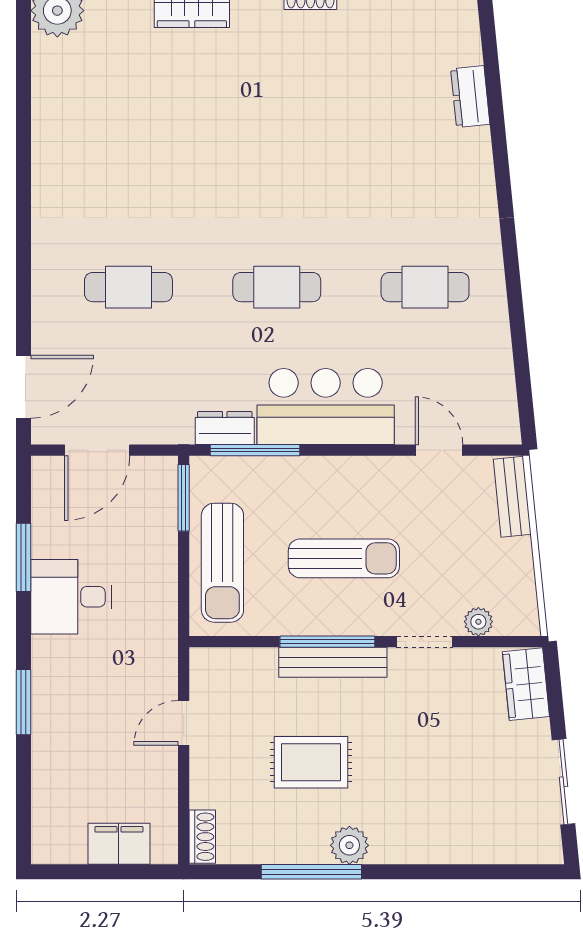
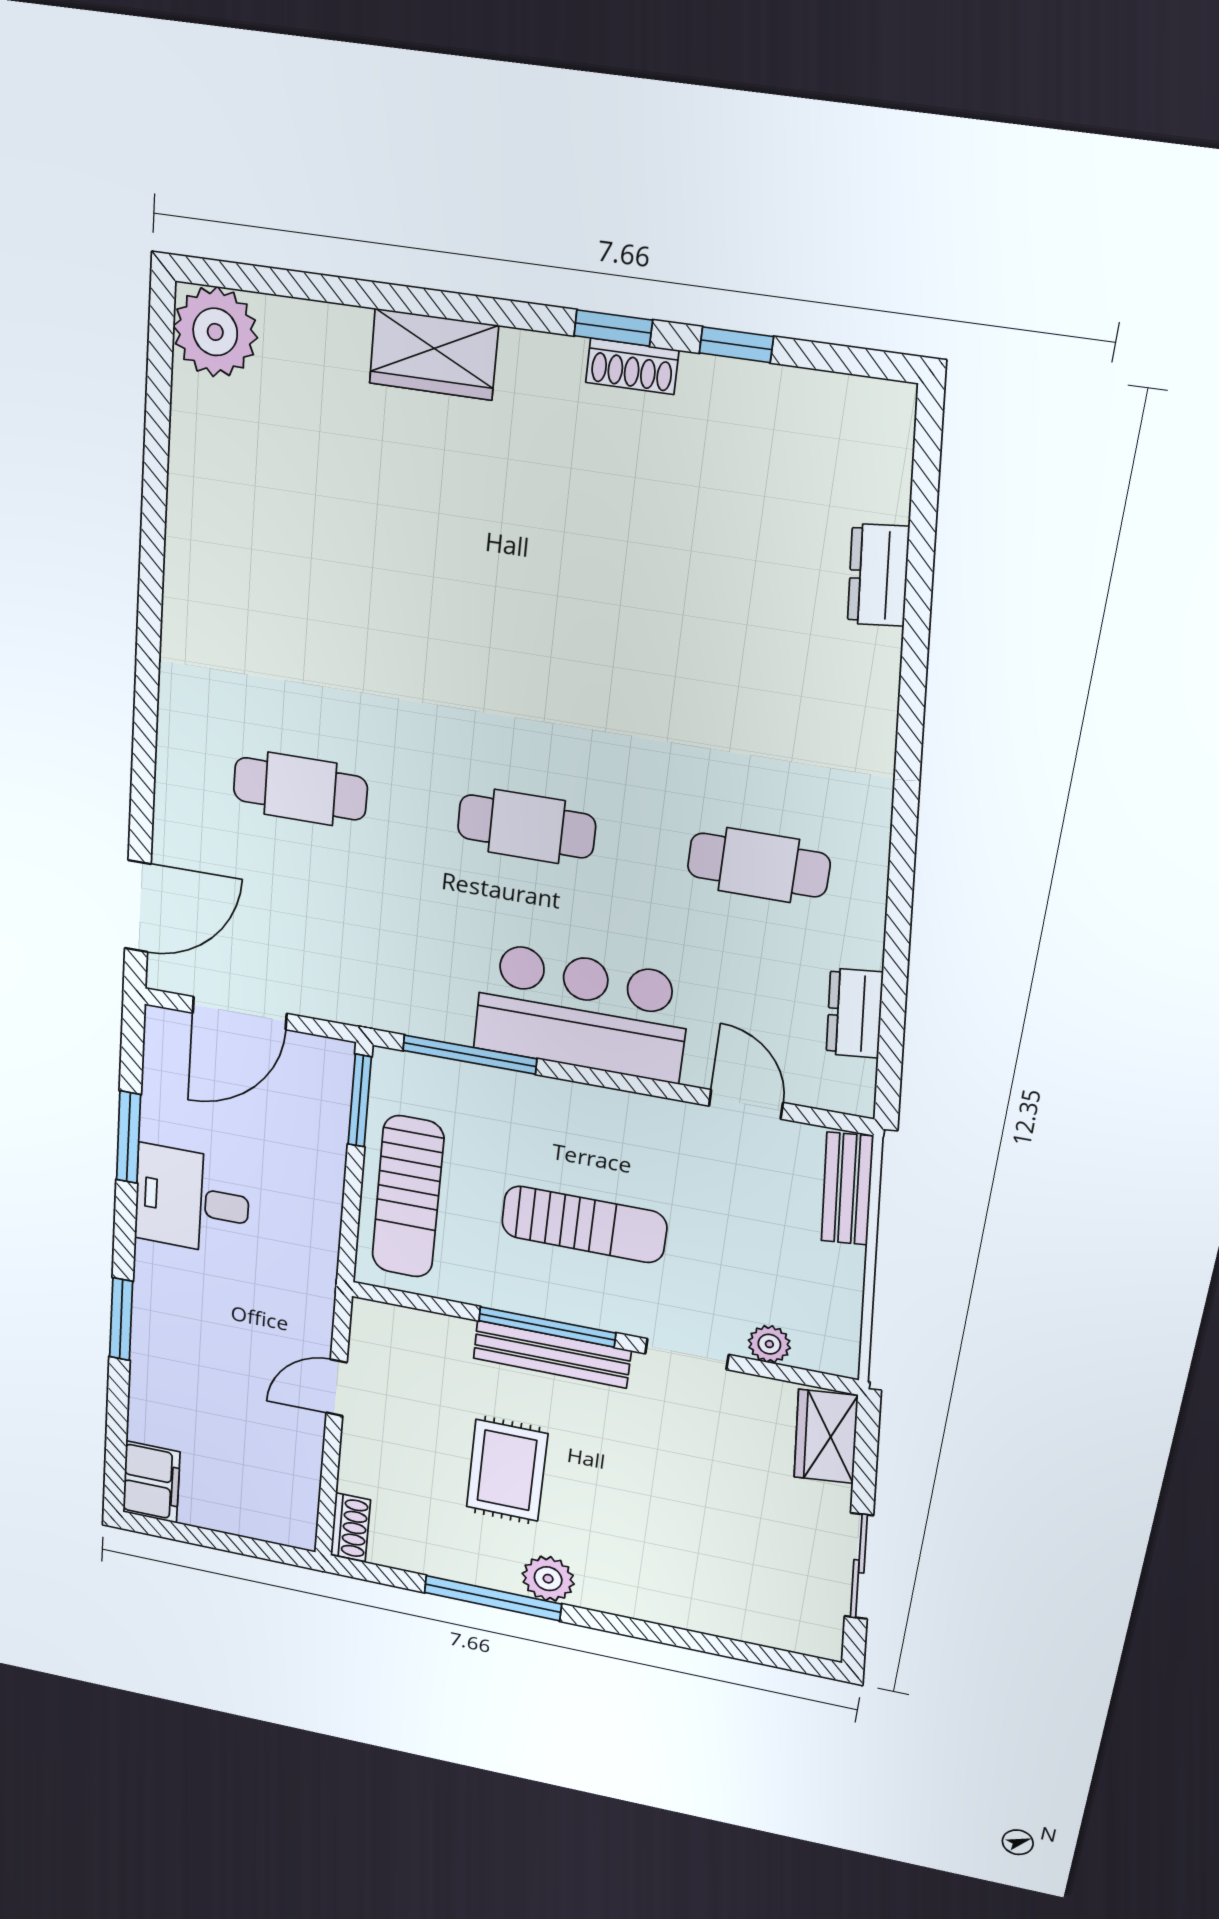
dresser: (225, 428) -> (855, 1013), moved, turned -96
rug: (311, 762) -> (507, 1470), turned 90
filing cabinet: (119, 844) -> (151, 1482), moved, turned 90

